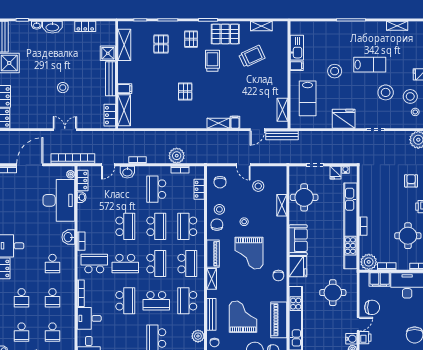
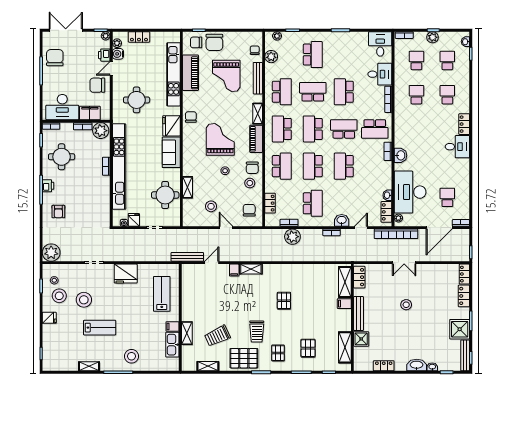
shelving: (397, 26) -> (89, 366), moved
lab bench: (370, 65) -> (100, 328), turned 180
stool: (335, 71) -> (131, 356), moved
shelving: (282, 110) -> (187, 333), moved
school desk: (52, 264) -> (447, 197), moved

